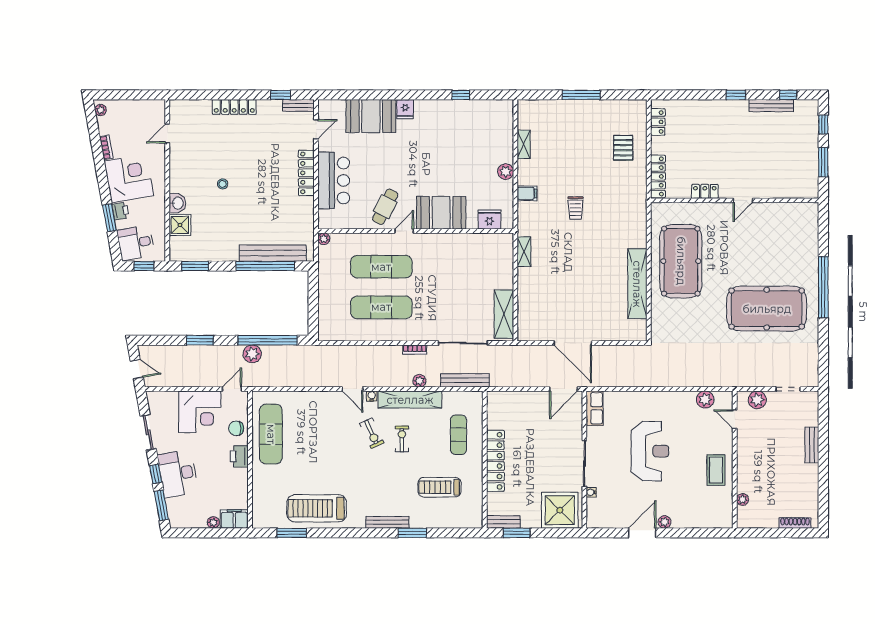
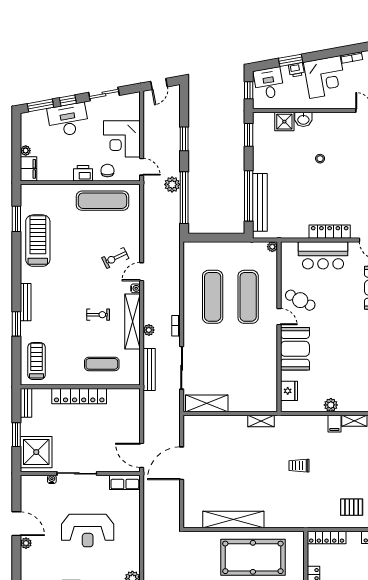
filing cabinet: (527, 193) -> (334, 424), moved
exercise bike: (372, 433) -> (115, 258), moved
treadmill: (440, 487) -> (37, 361), moved
window: (517, 533) -> (16, 435), moved

